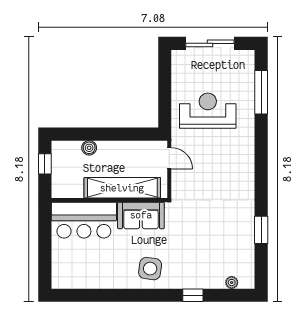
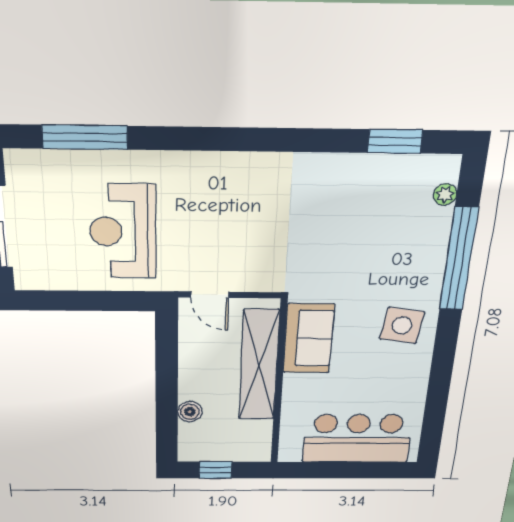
door: (169, 158) -> (210, 295), swing flipped
bar counter: (84, 220) -> (357, 439), moved, turned -90
window: (261, 230) -> (395, 141), moved
window: (193, 295) -> (459, 259), width x3.17

